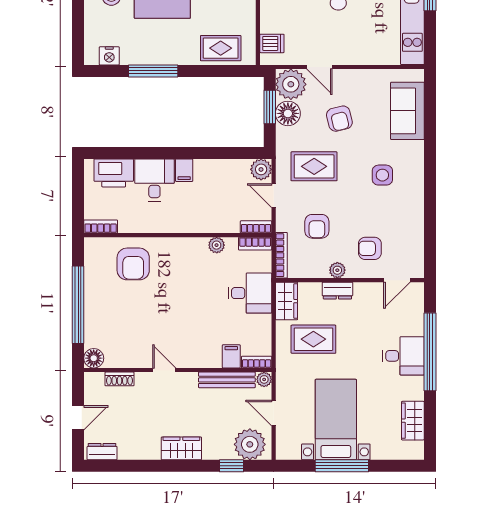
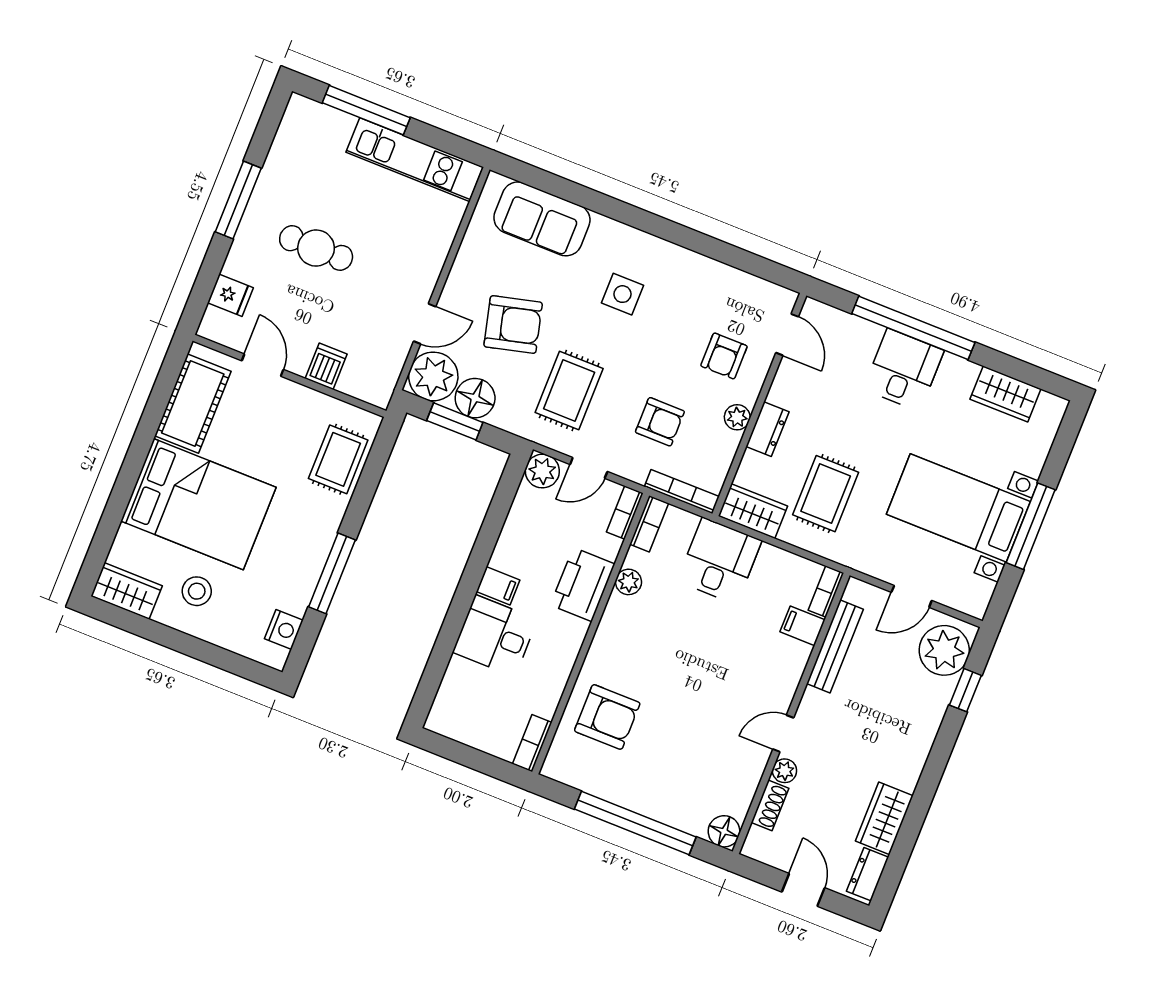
dishwasher: (272, 43) -> (326, 366), moved
armchair: (339, 119) -> (513, 325), width x1.38, depth x1.38
printer: (114, 173) -> (583, 585), moved, turned 180
plant: (264, 379) -> (785, 771), moved
wardrobe: (181, 448) -> (884, 818), moved

